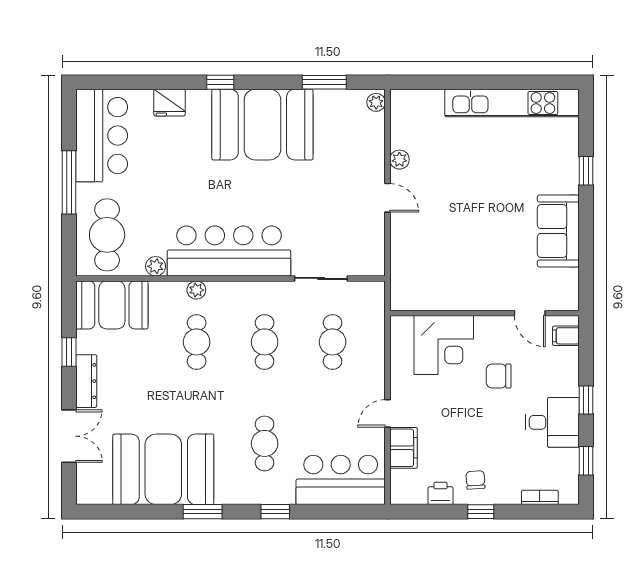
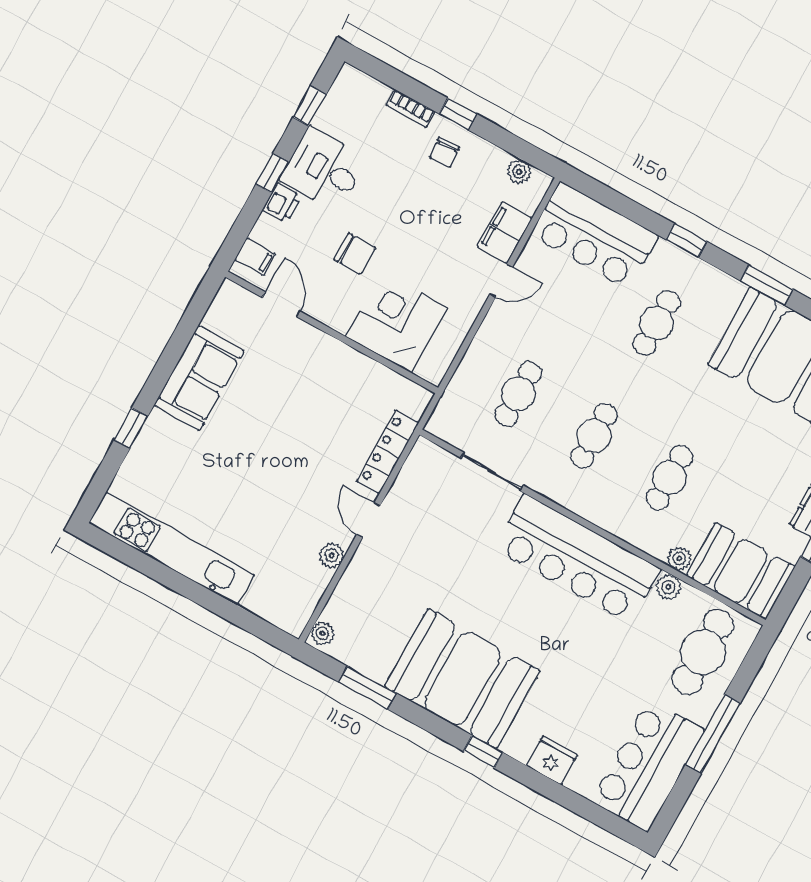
locker: (400, 252) -> (388, 452), added
plant: (196, 290) -> (679, 559), moved
printer: (441, 493) -> (282, 203), moved, turned -90
plant: (417, 495) -> (519, 172), added
bookcase: (540, 497) -> (411, 108), moved

